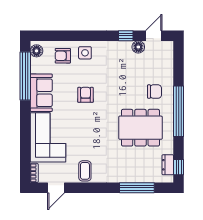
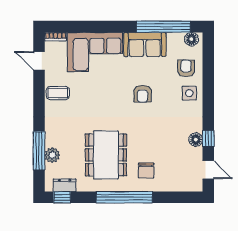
floor lamp: (138, 47) -> (196, 140), moved
armchair: (85, 95) -> (142, 94), turned 90
plant: (141, 176) -> (52, 155), added

